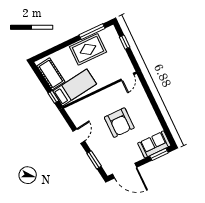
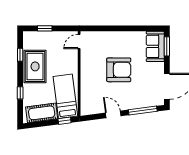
window: (92, 32) -> (20, 55), width x0.46
window: (59, 47) -> (20, 93), added
door: (127, 77) -> (79, 41), swing flipped
window: (94, 160) -> (143, 111), width x1.44

